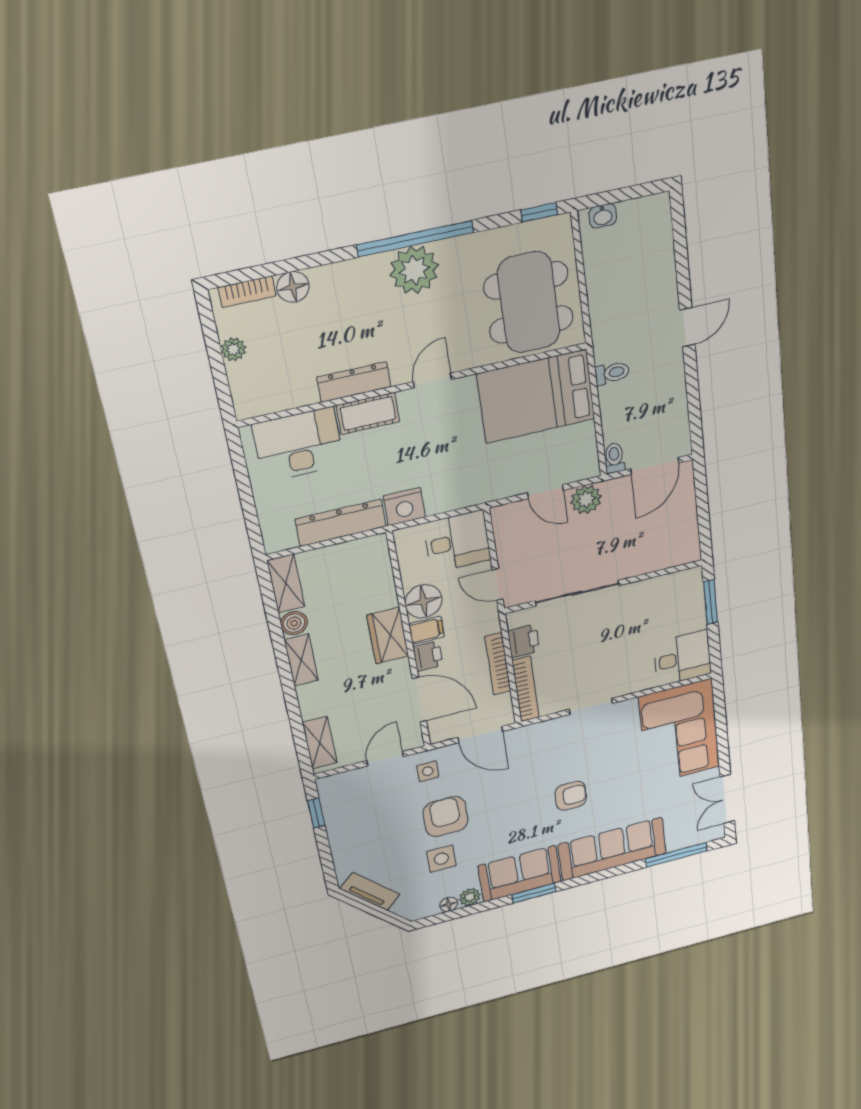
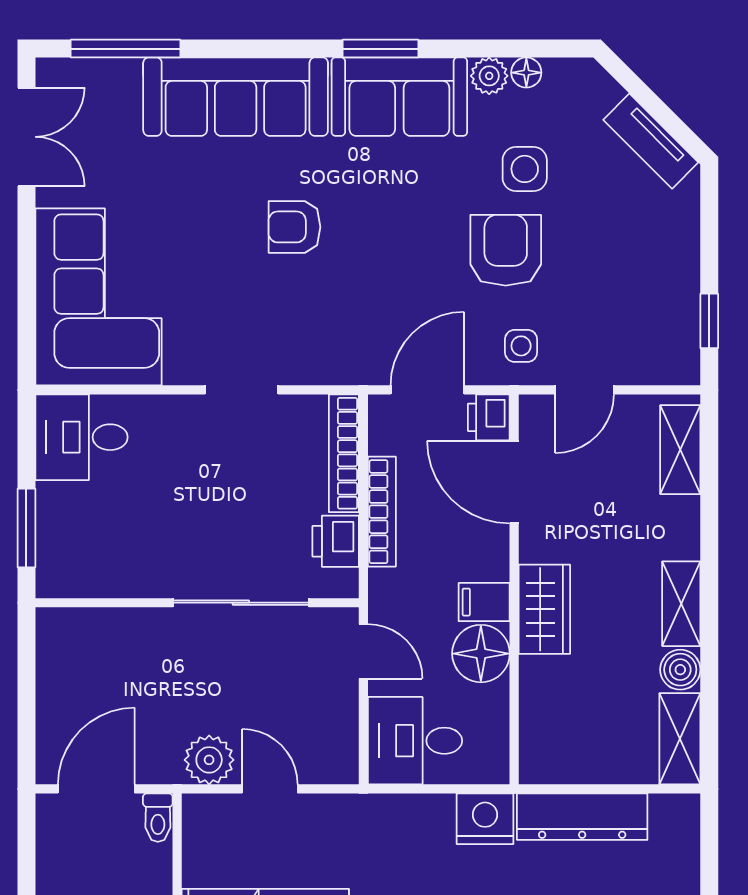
printer: (428, 656) -> (489, 417), moved
door: (480, 734) -> (427, 390), hinge flipped
armchair: (445, 817) -> (506, 250), turned 180

